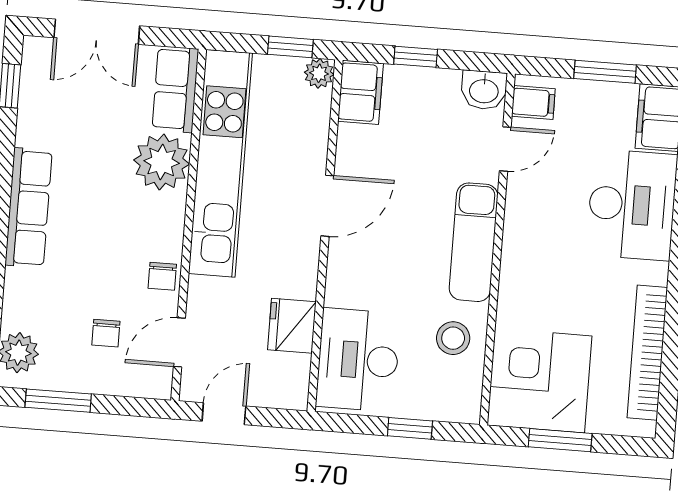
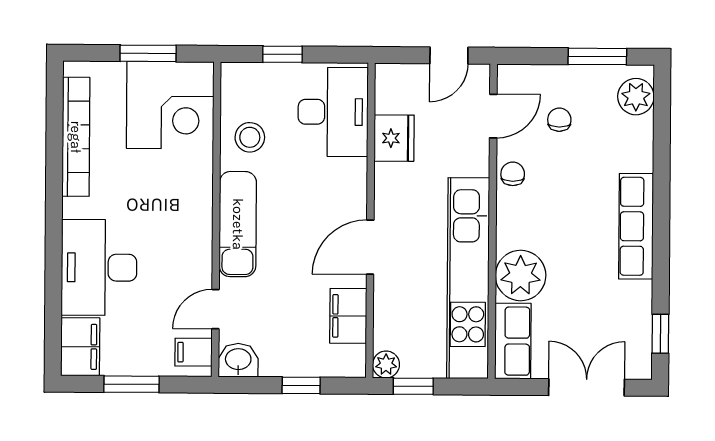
filing cabinet: (360, 92) -> (348, 316), moved

